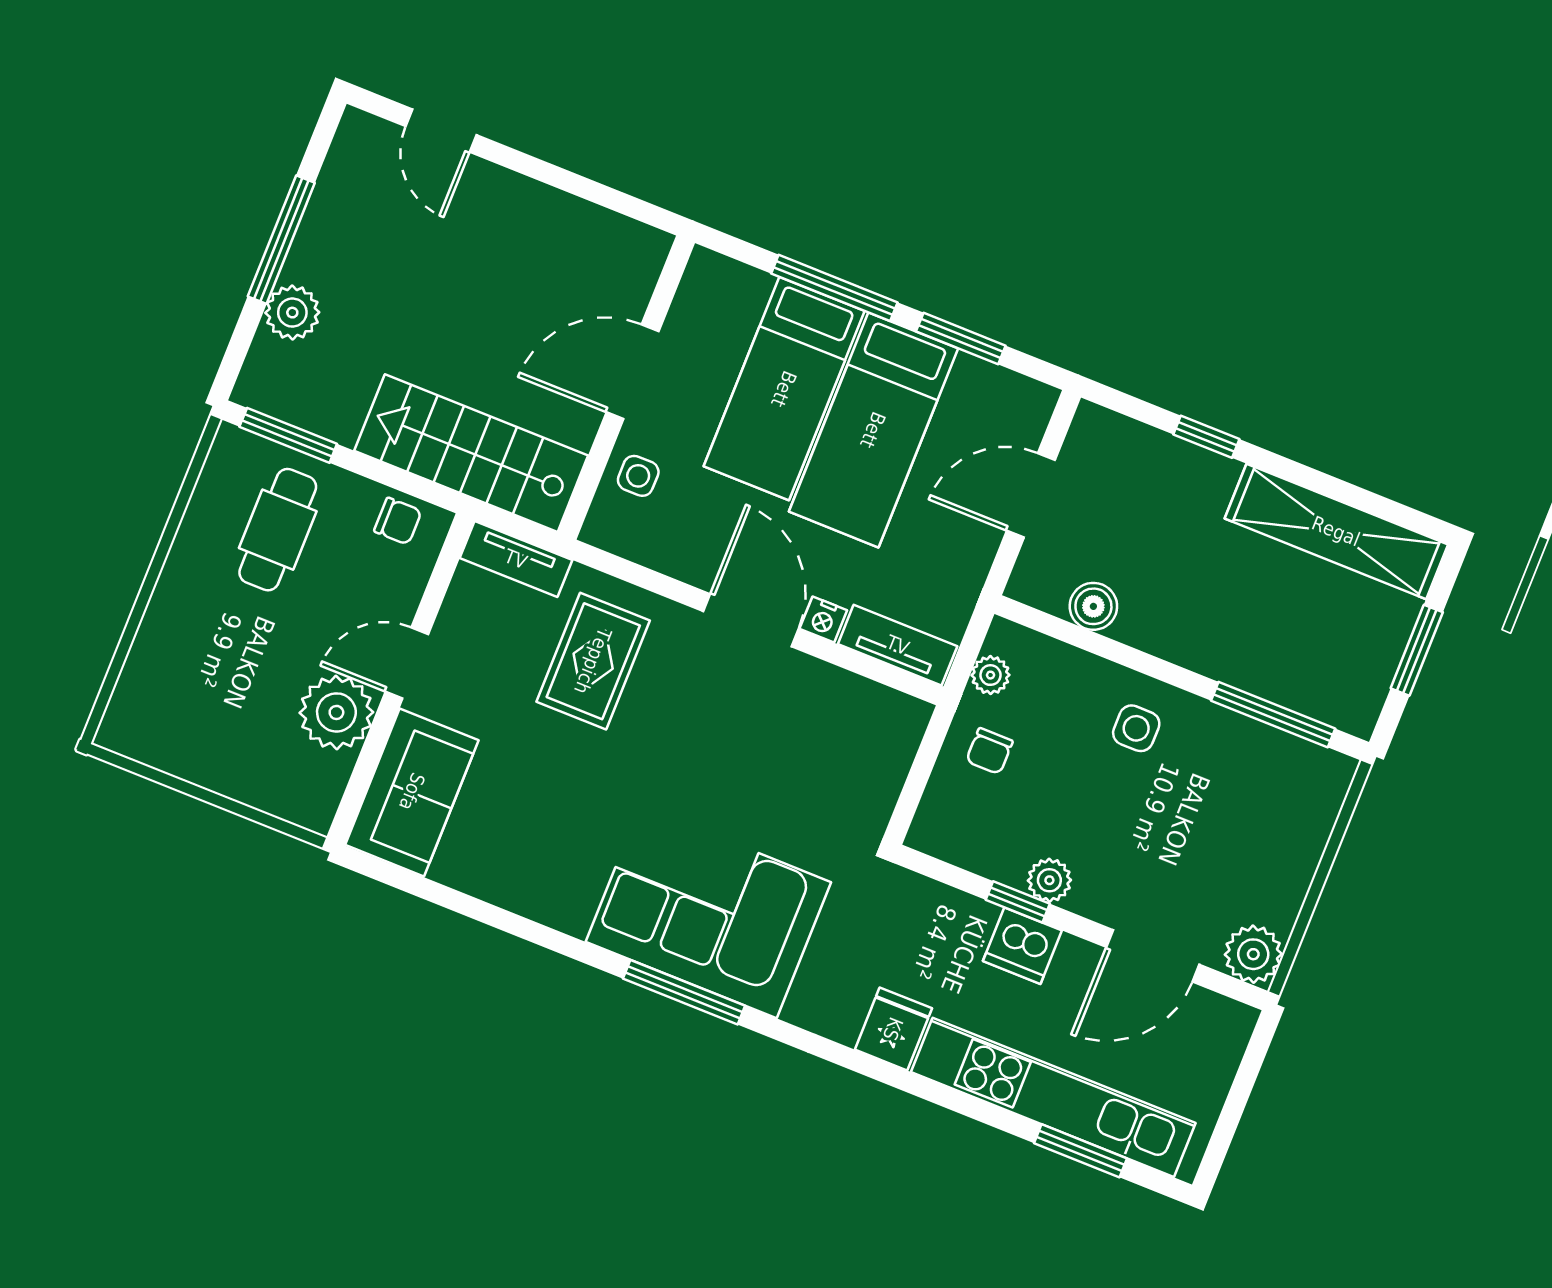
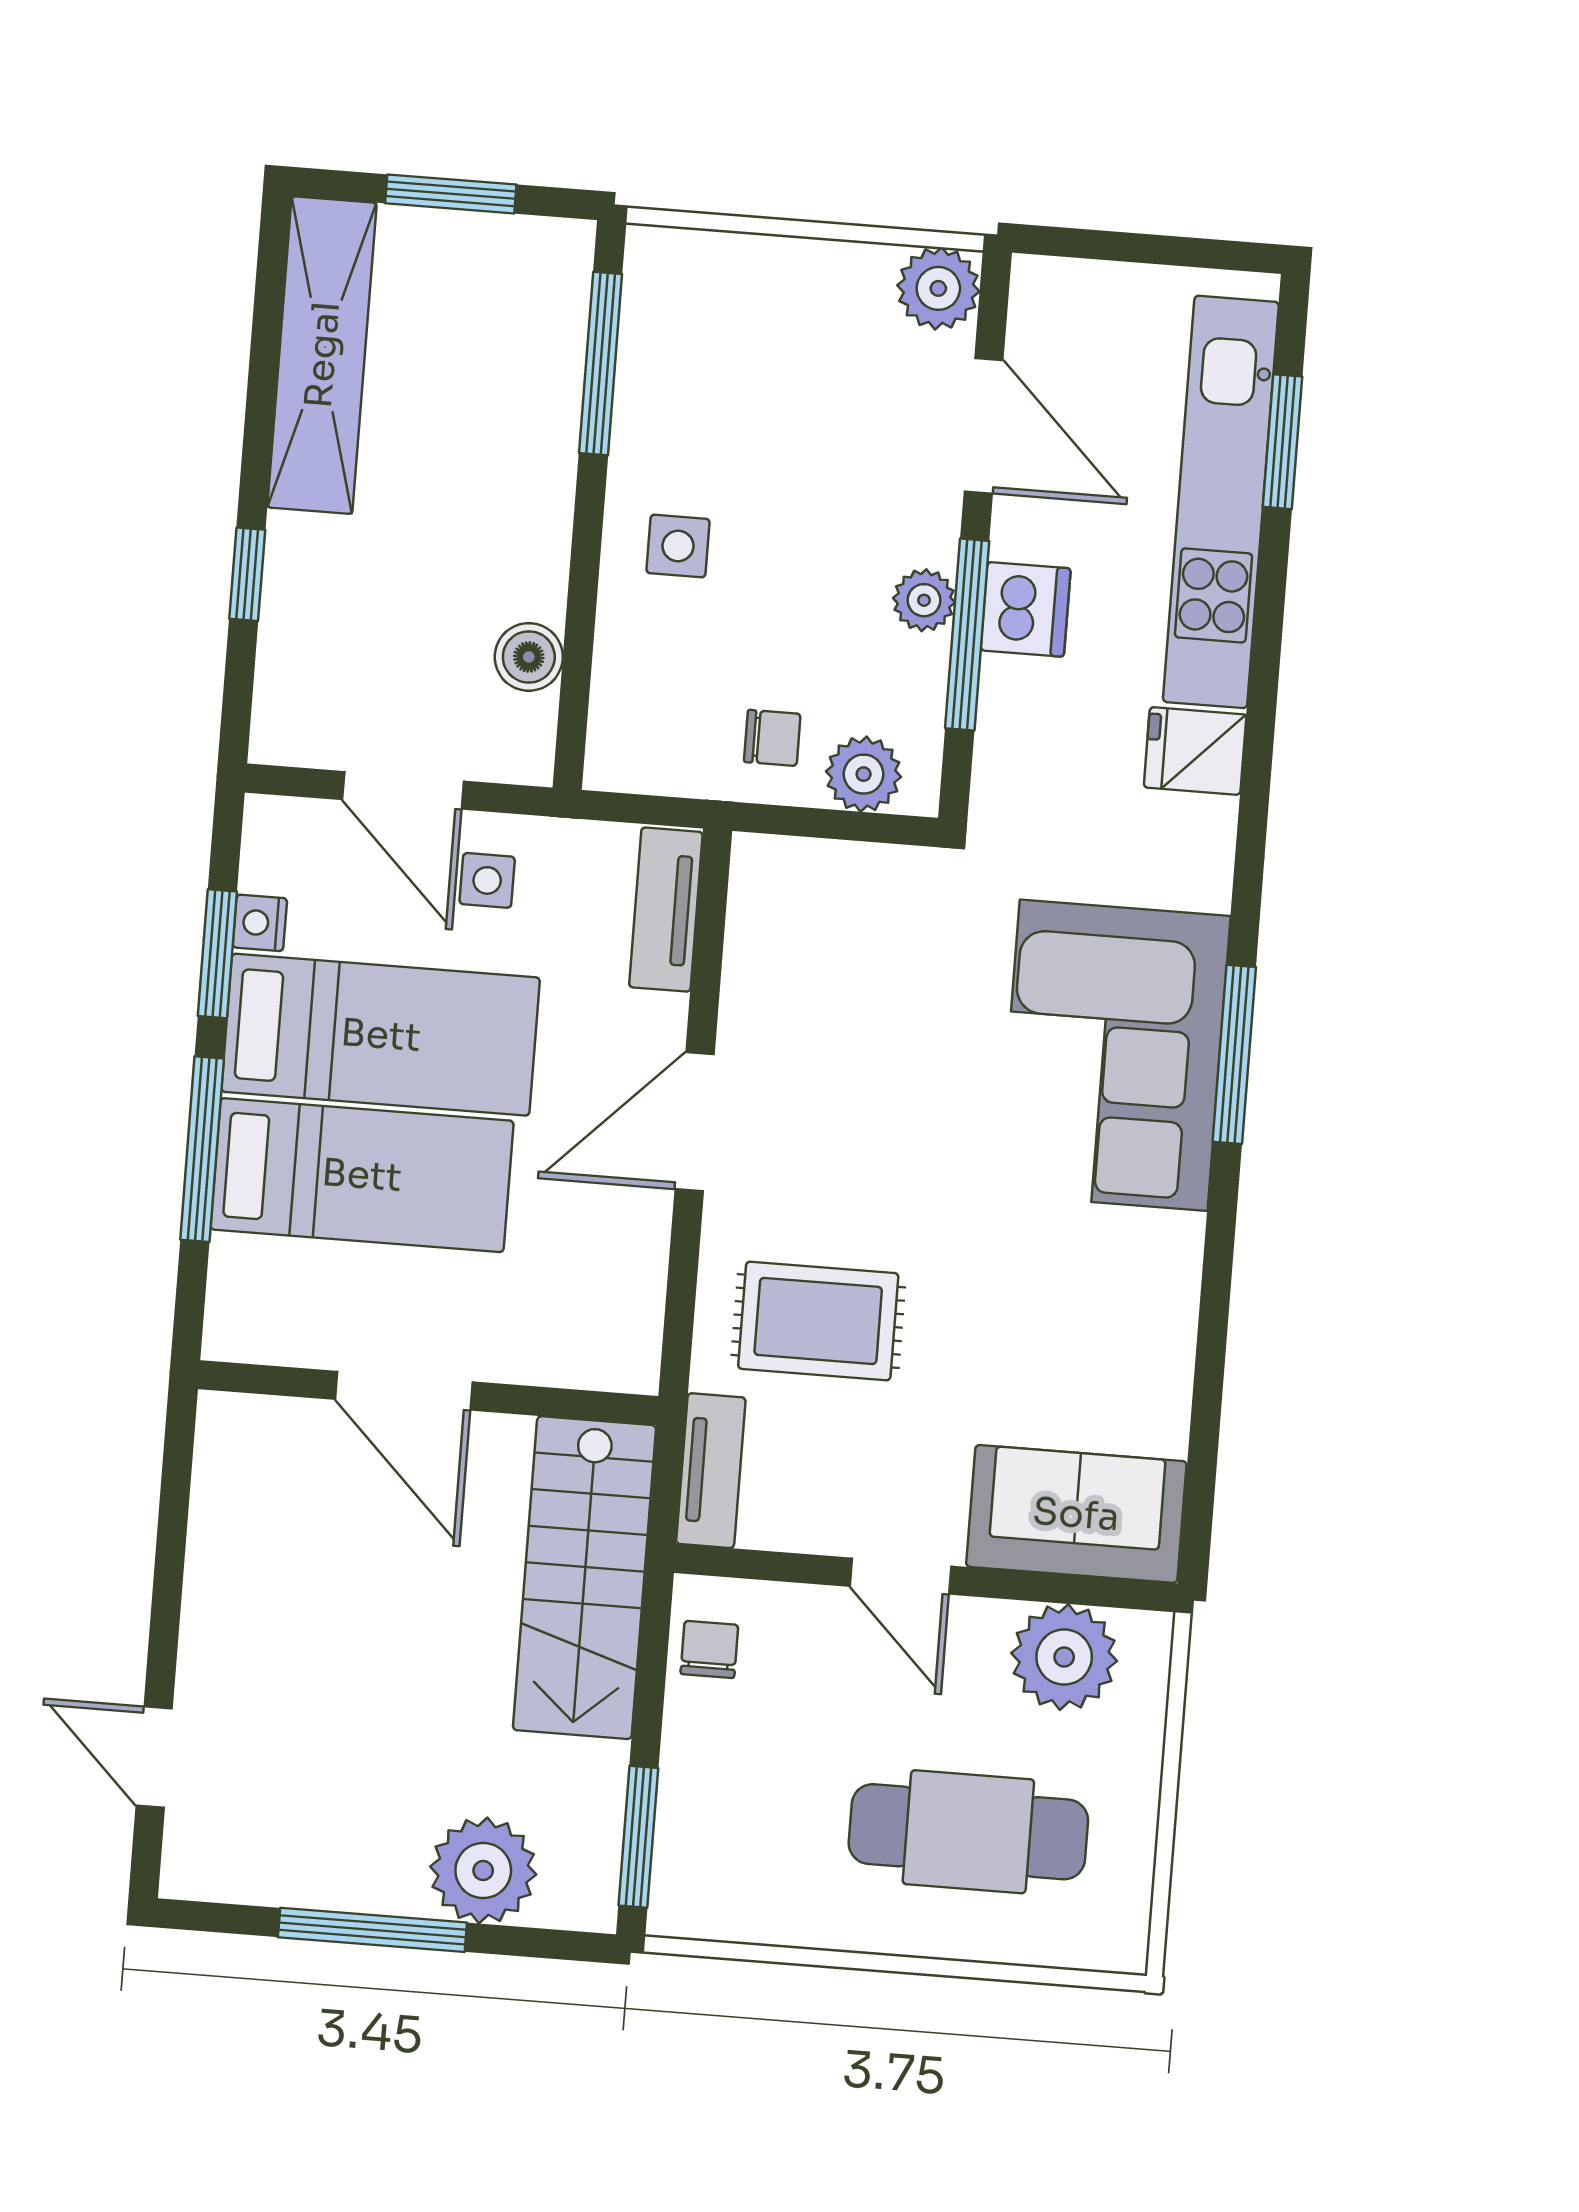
door: (441, 131) -> (154, 1757), swing flipped
plant: (292, 313) -> (483, 1871), width x1.36, depth x1.36
side table: (638, 476) -> (487, 880), moved
cafe table: (278, 530) -> (968, 1832), moved, width x1.37, depth x1.35
nightstand: (823, 619) -> (260, 923), moved, turned 180
plant: (990, 675) -> (864, 774), moved, width x1.38, depth x1.38
plant: (336, 712) -> (1064, 1657), moved
window: (1018, 902) -> (967, 635), width x2.17

